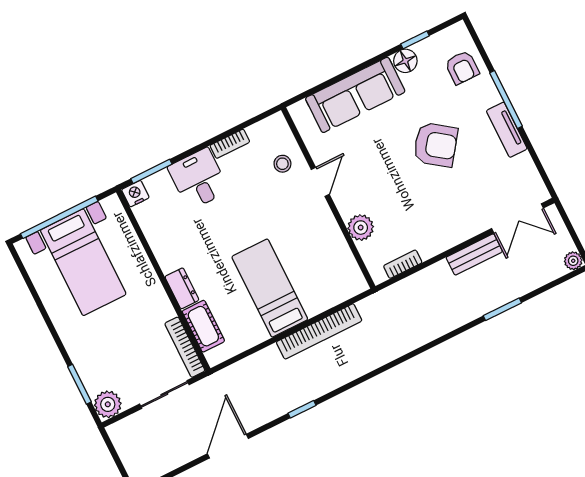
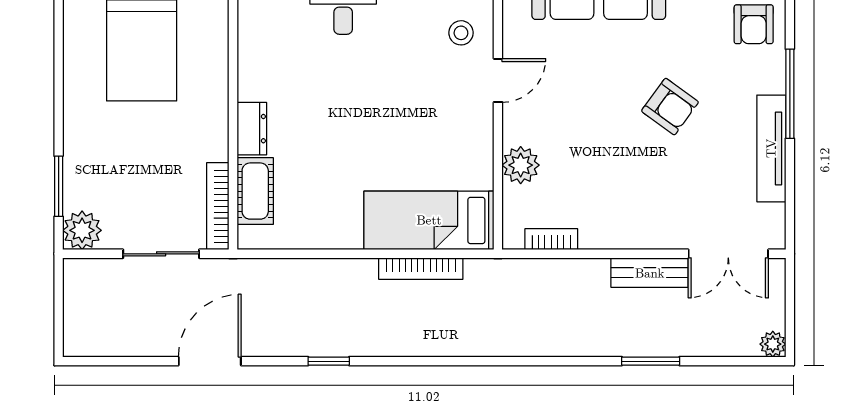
tv unit: (507, 130) -> (771, 148), width x1.41
armchair: (435, 145) -> (670, 107), width x0.72, depth x0.72
bed: (270, 288) -> (429, 220), moved, turned -90
bookcase: (319, 331) -> (421, 269), width x0.68, depth x0.76

